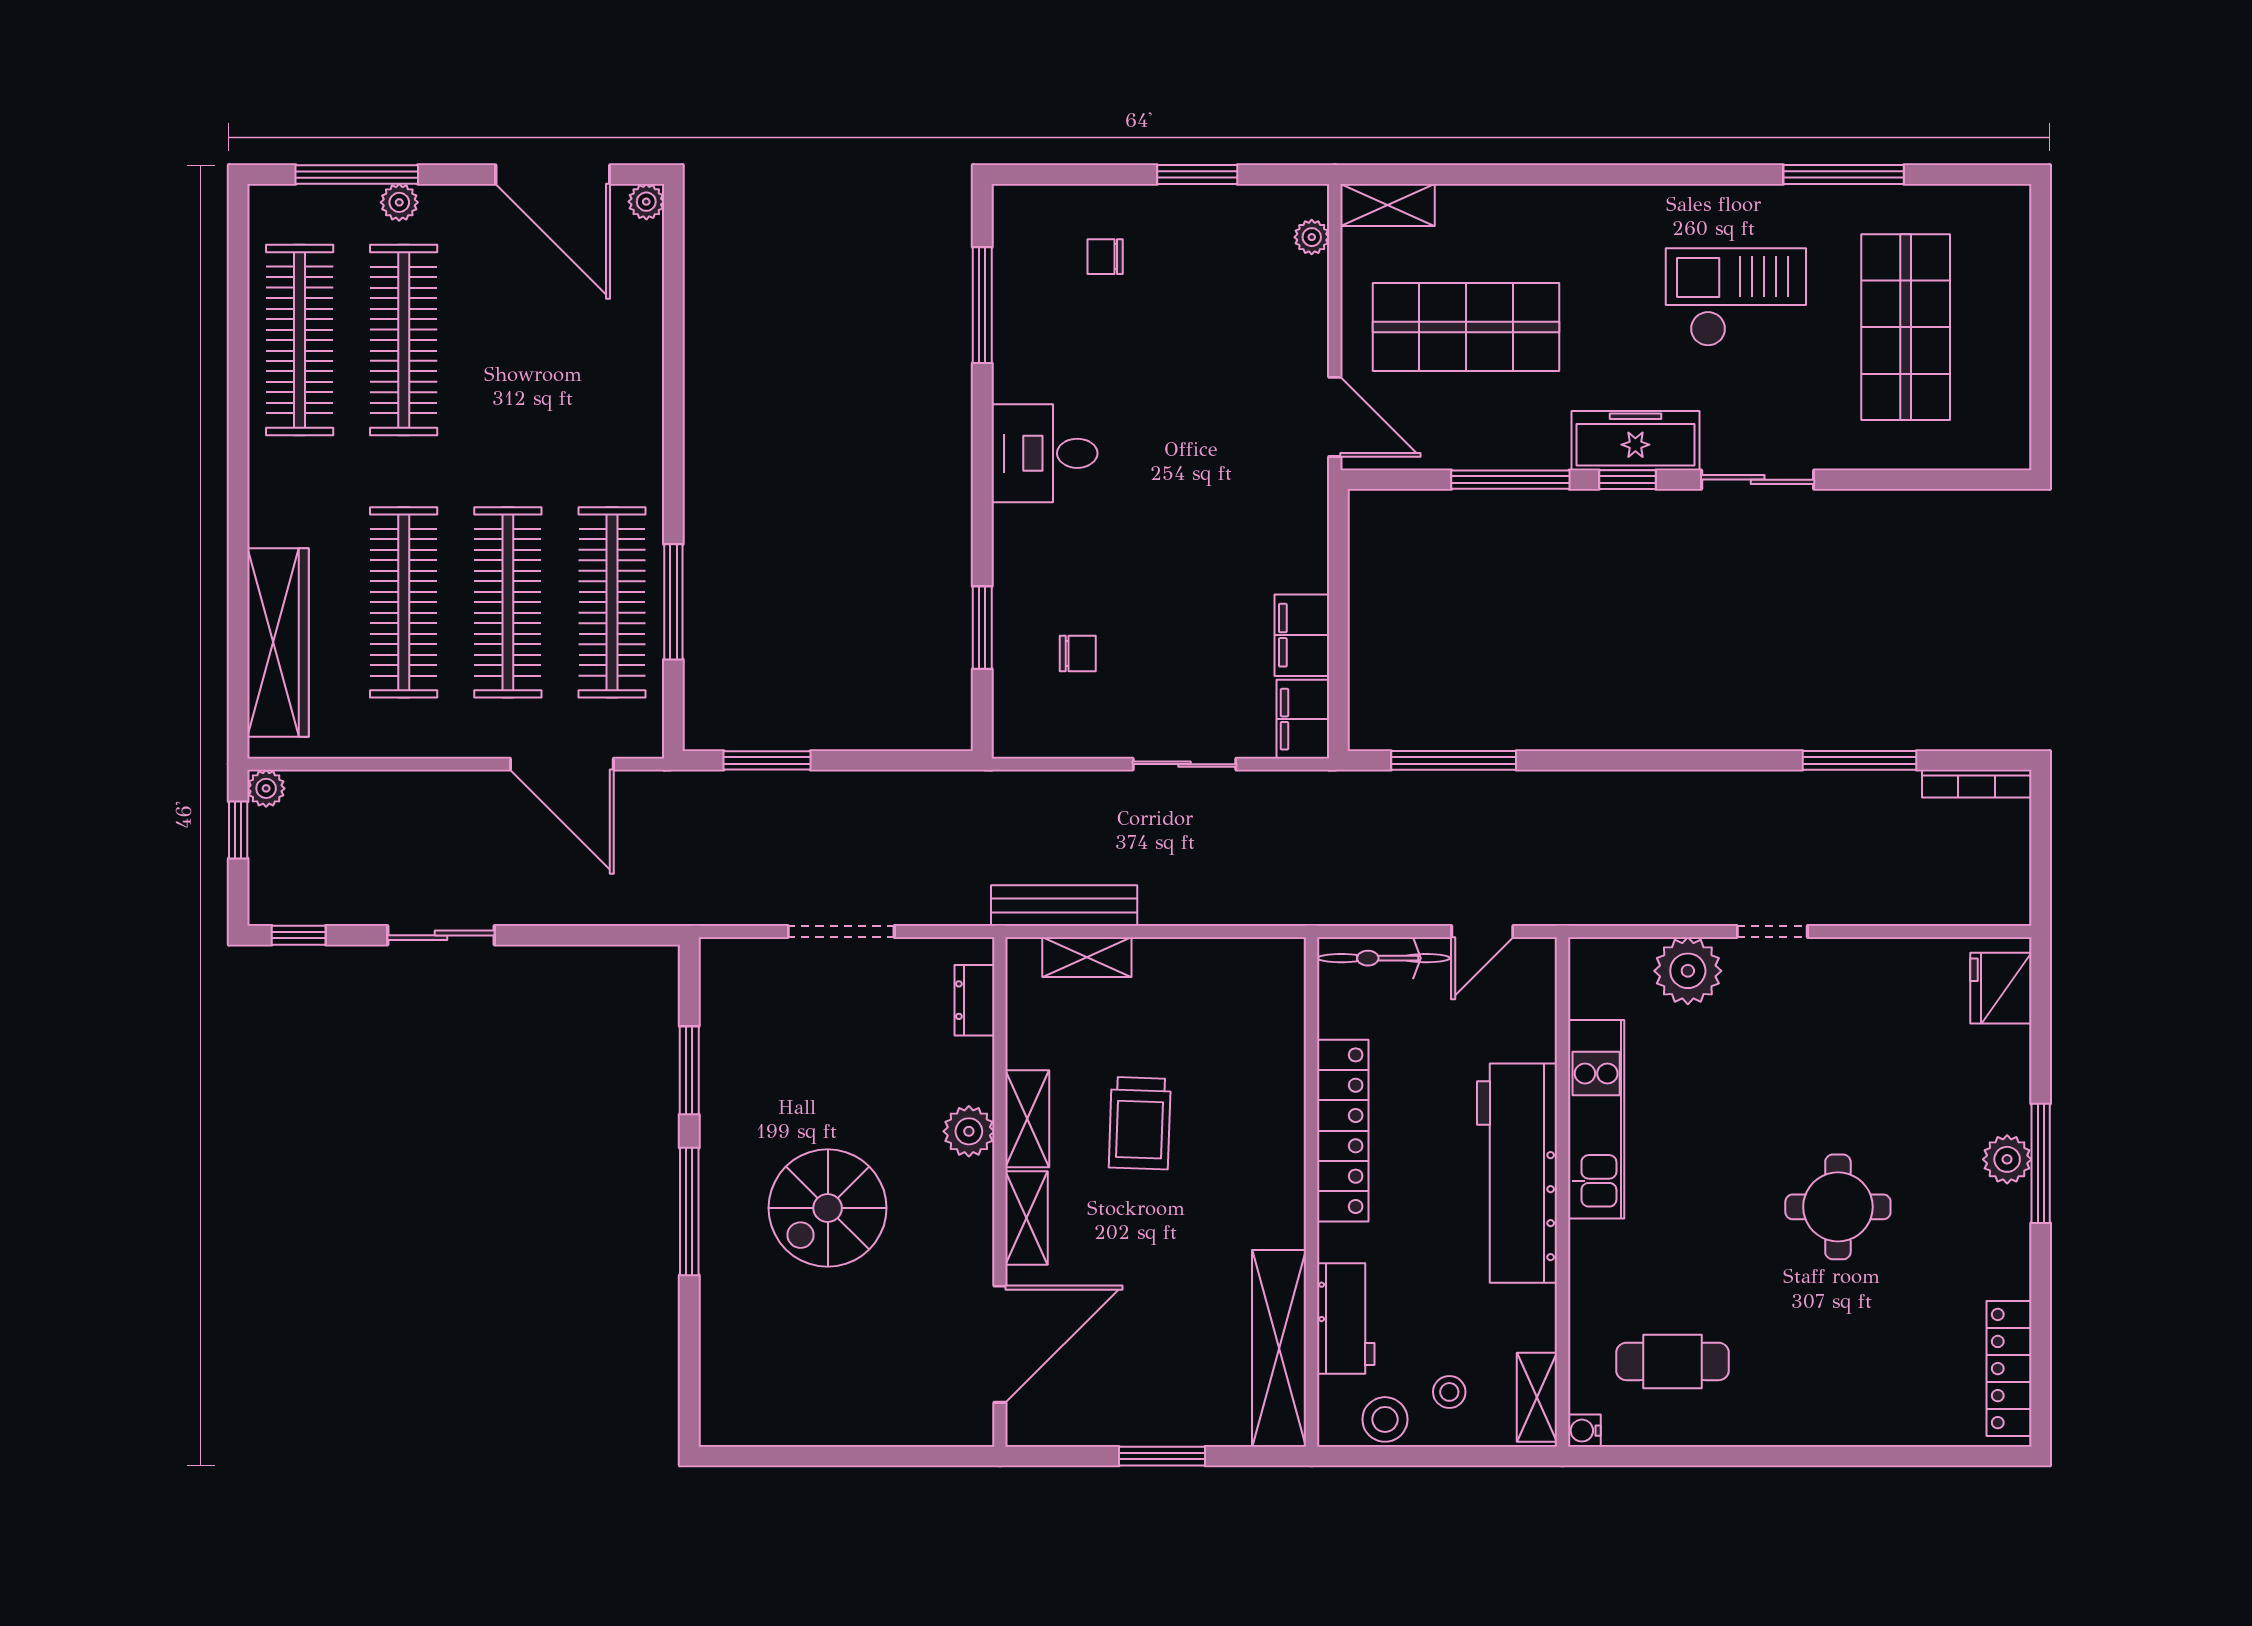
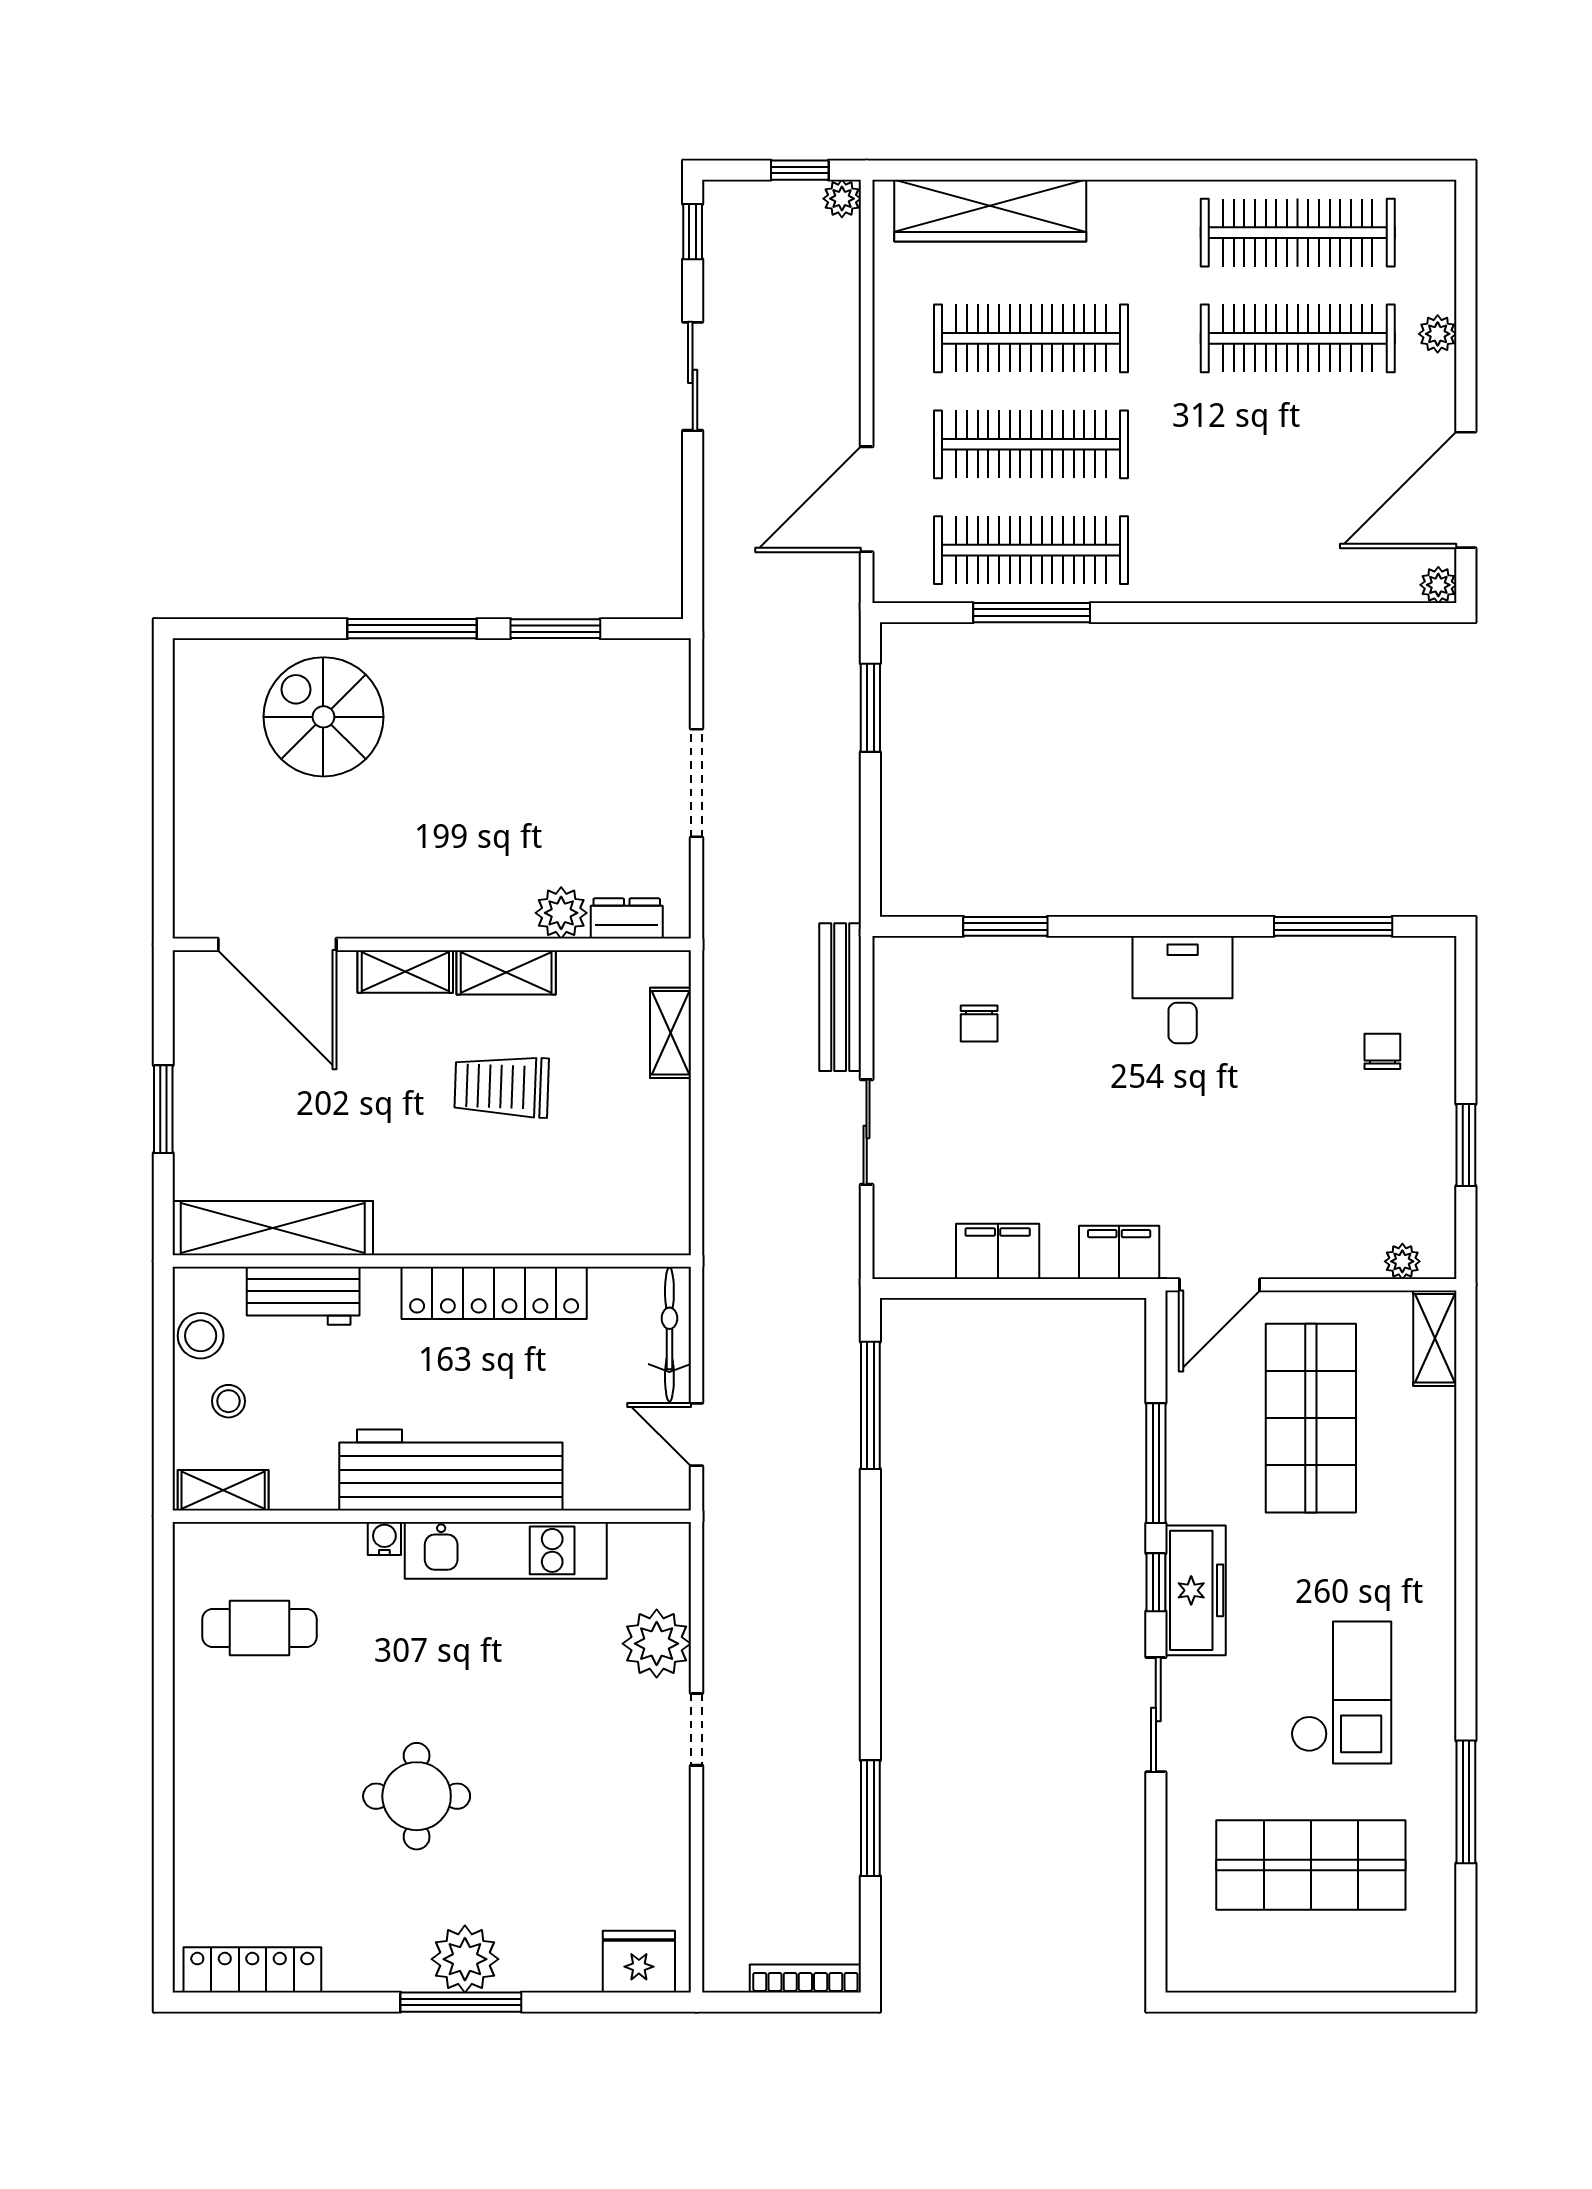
window: (357, 175) -> (1466, 291), removed
filing cabinet: (1303, 719) -> (1119, 1252), moved
bookcase: (1977, 784) -> (805, 1978), moved, turned 90
bench: (1064, 906) -> (840, 997), moved
plant: (969, 1131) -> (561, 913), moved
plant: (2007, 1159) -> (465, 1959), width x1.36, depth x1.36
spiral stairs: (828, 1208) -> (323, 717), moved
cafe table: (1673, 1361) -> (260, 1628), turned 90
water cooler: (1584, 1431) -> (384, 1539), moved

